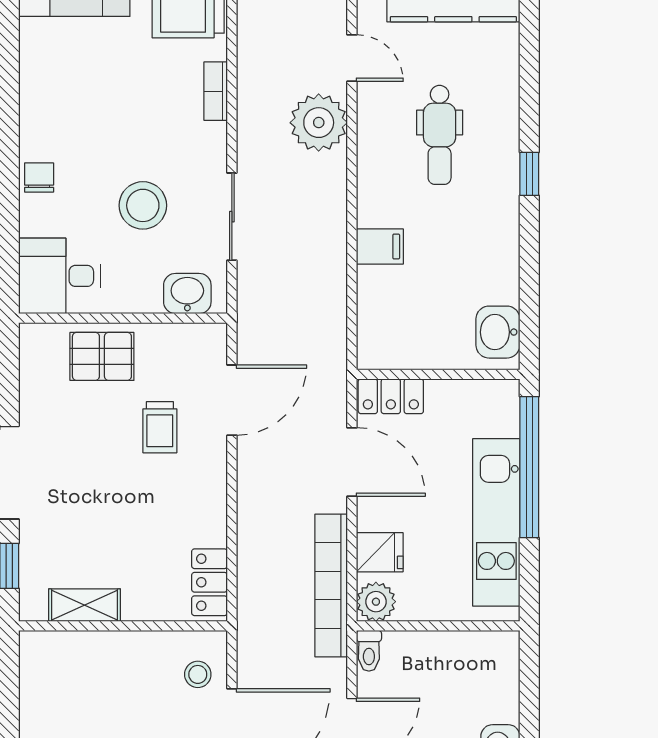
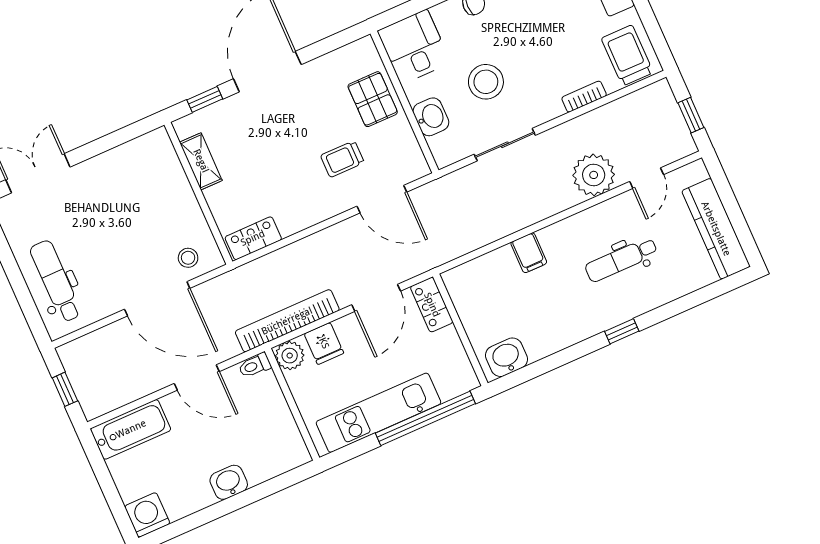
washbasin: (187, 293) -> (431, 117), moved

